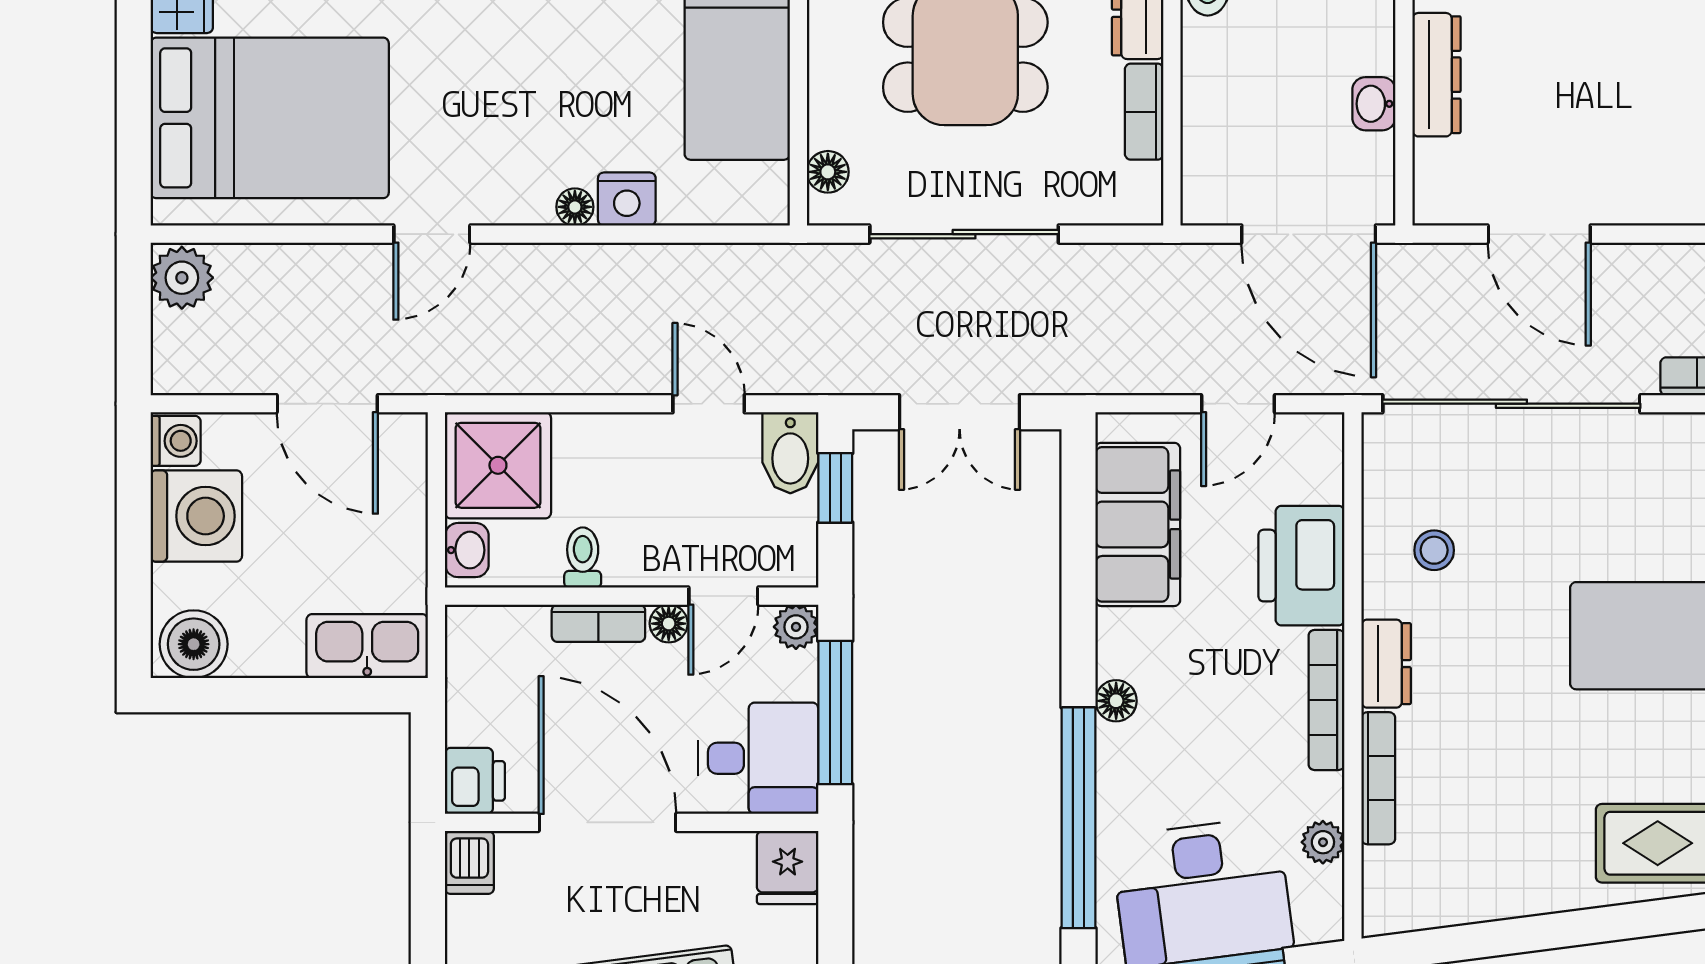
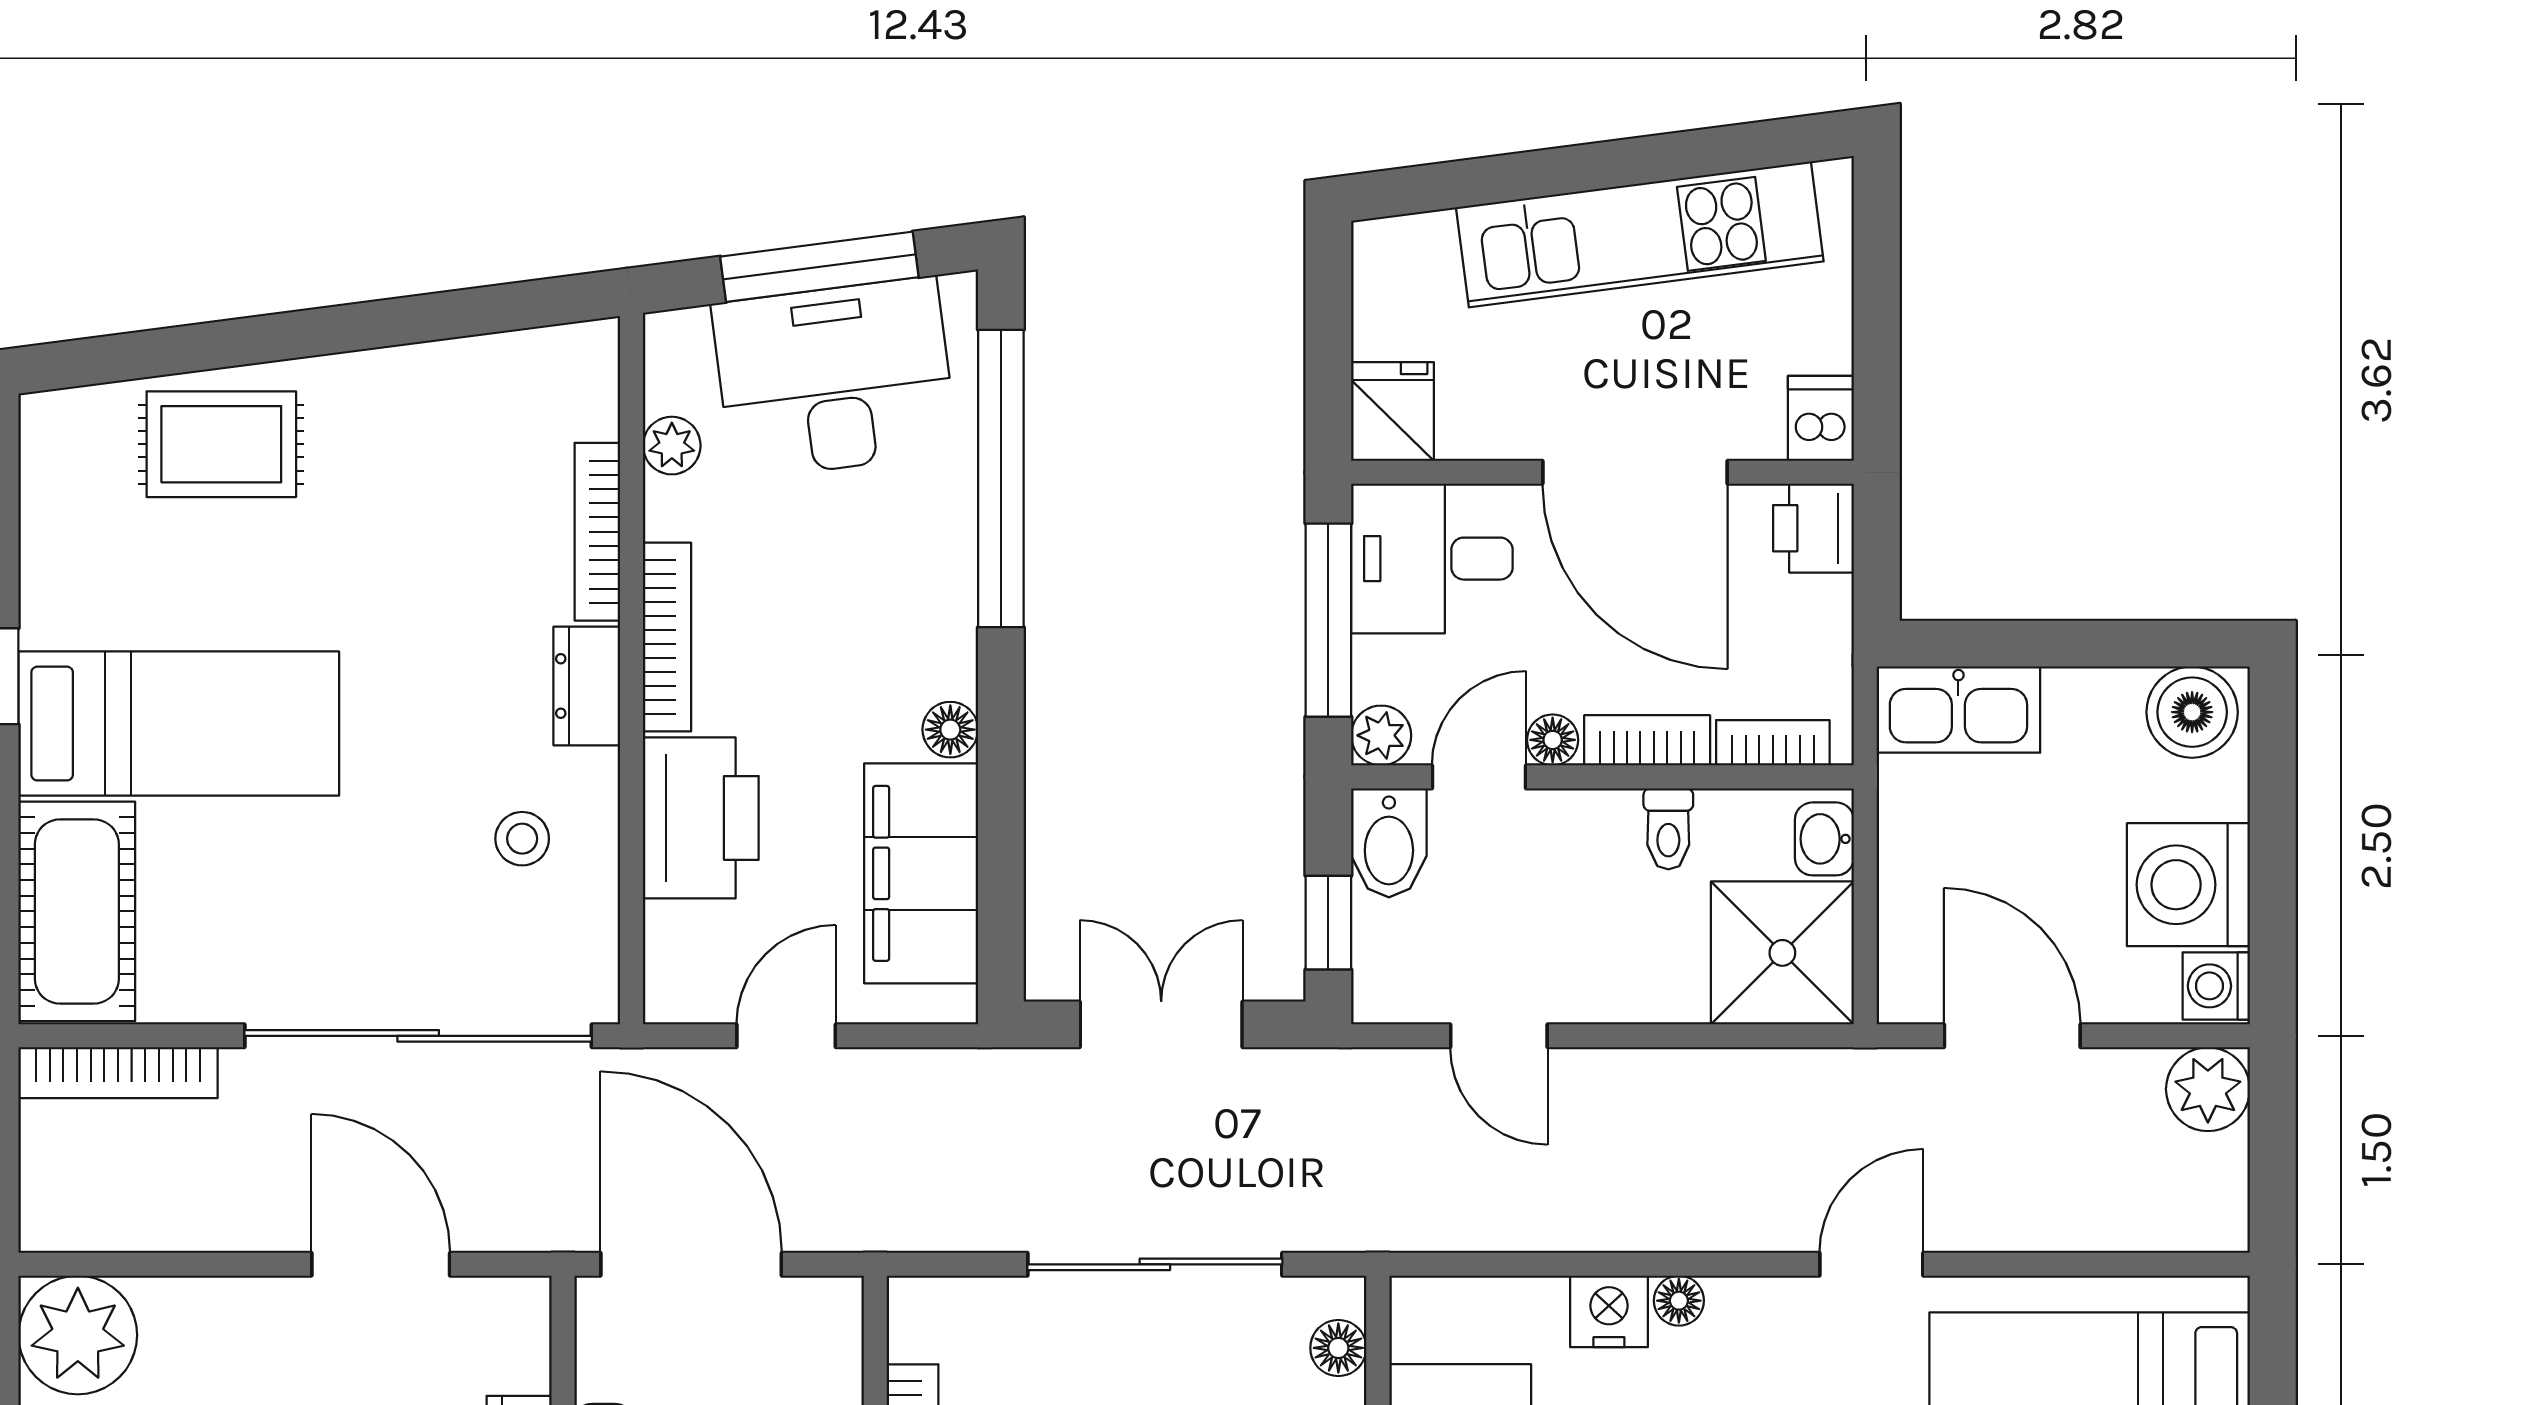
plant: (182, 278) -> (2208, 1089), moved
bidet: (790, 453) -> (1389, 843), moved, turned 180
bookcase: (505, 621) -> (1773, 743), added
floor lamp: (1116, 701) -> (950, 730), moved

